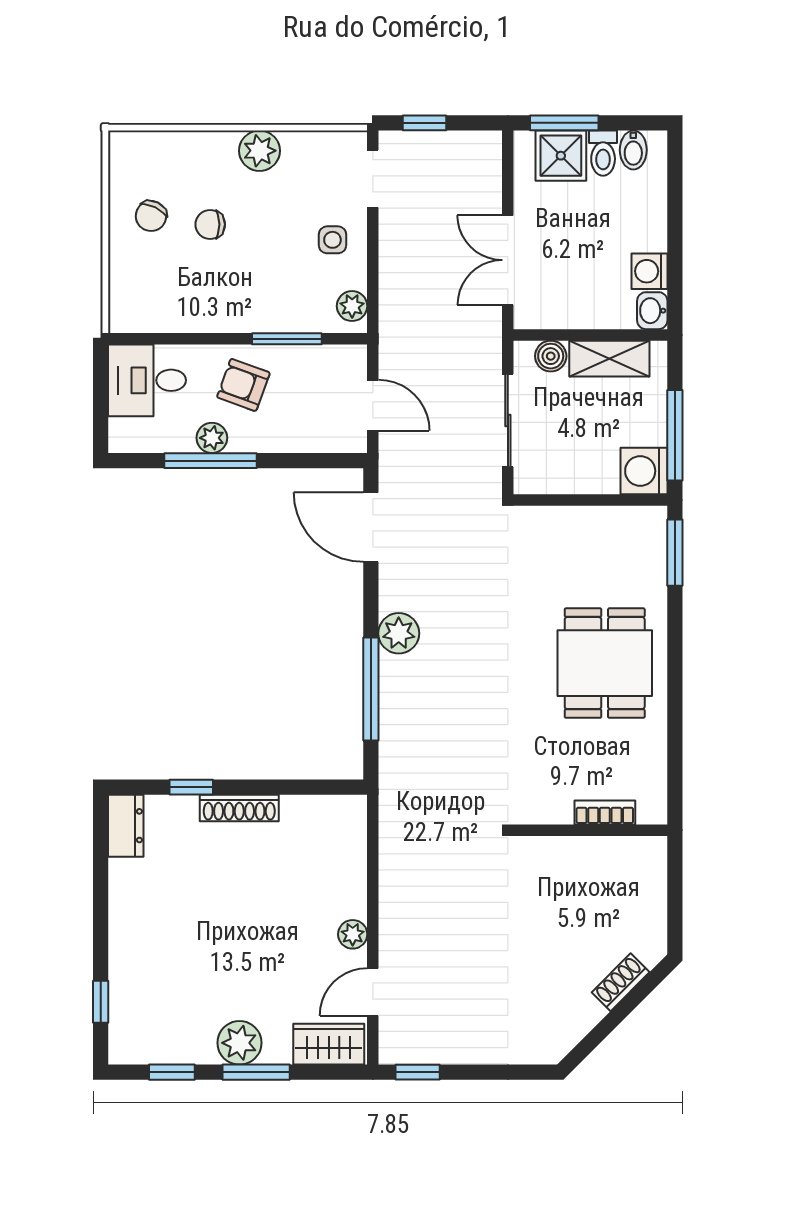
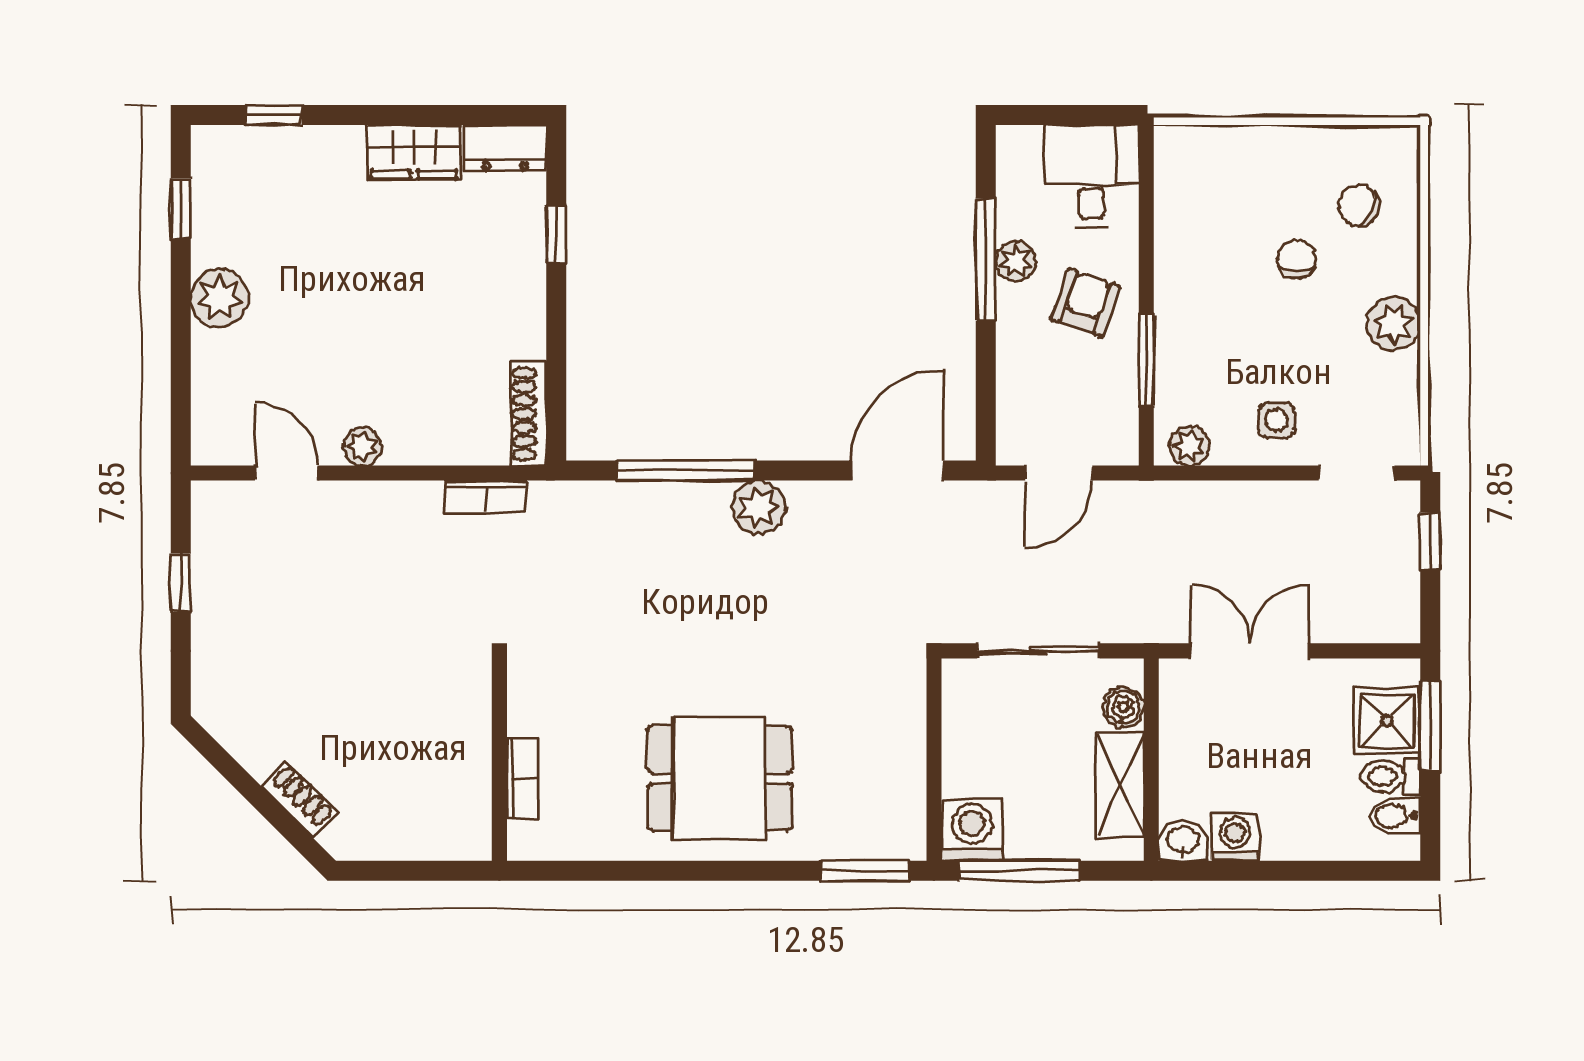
chair: (151, 216) -> (1359, 206), moved
shoe rack: (239, 808) -> (529, 414), moved
bookcase: (391, 841) -> (486, 497), added
wardrobe: (329, 1044) -> (414, 152), moved, turned 90
window: (256, 1072) -> (181, 320), removed
window: (418, 1072) -> (181, 582), moved

